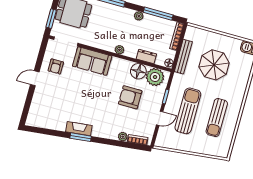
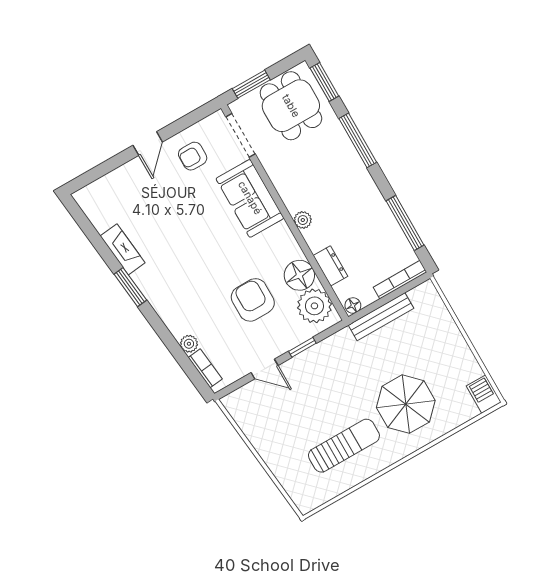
plant: (139, 16) -> (375, 200), removed
parasol: (214, 65) -> (406, 404), moved
door: (35, 78) -> (148, 144), swing flipped
sun lounger: (188, 111) -> (313, 397), removed
sun lounger: (217, 118) -> (344, 446), turned 180
fireplace: (79, 129) -> (123, 249), moved

